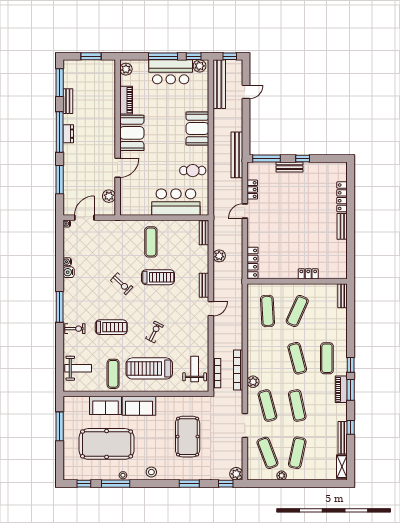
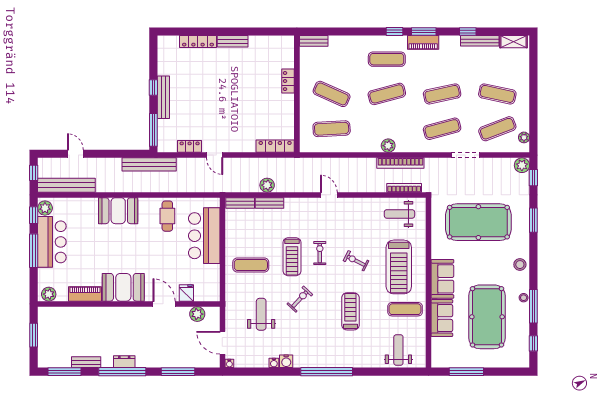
bench: (290, 167) -> (163, 97), width x1.36
fridge: (127, 187) -> (186, 293), added
weight bench: (109, 251) -> (261, 314), added
treadmill: (158, 277) -> (292, 257), turned 180
bench: (204, 285) -> (269, 203), moved
window: (60, 307) -> (327, 372), width x1.46
exercise bike: (75, 329) -> (320, 253), moved
plant: (253, 382) -> (388, 146), moved
pool table: (188, 437) -> (478, 222), width x1.36, depth x1.32
plant: (282, 476) -> (524, 137), moved

